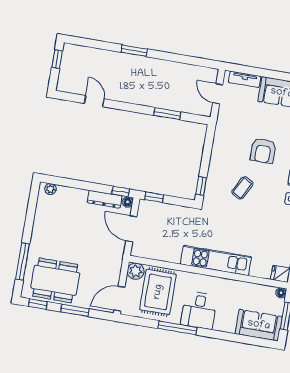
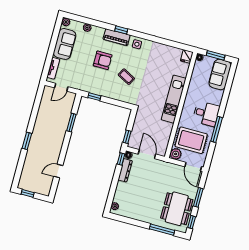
window: (201, 186) -> (94, 97), moved
door: (131, 229) -> (147, 154), swing flipped

